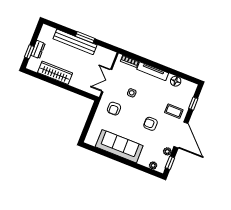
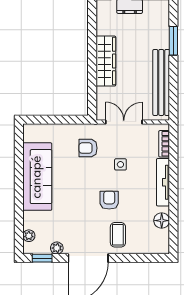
window: (85, 37) -> (173, 41), moved
bench: (75, 42) -> (161, 82), moved
wardrobe: (55, 73) -> (106, 61), moved
window: (193, 104) -> (140, 258), removed
armchair: (151, 124) -> (109, 200), moved

